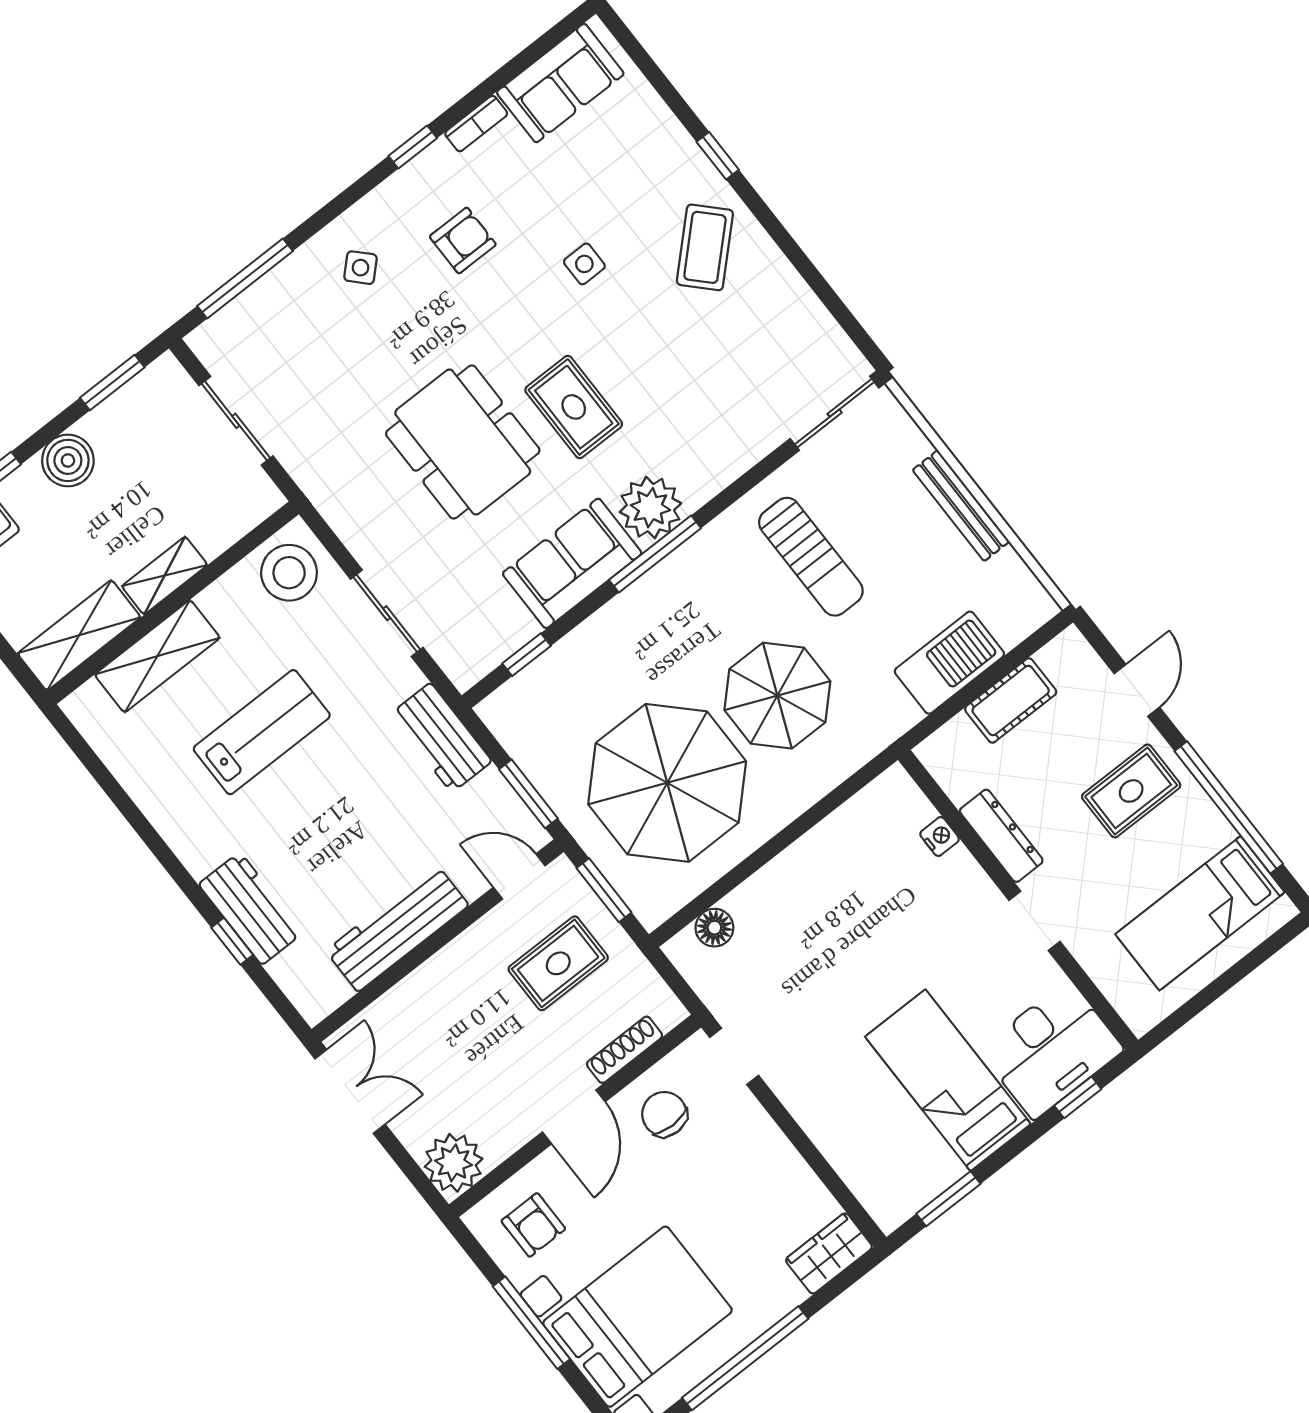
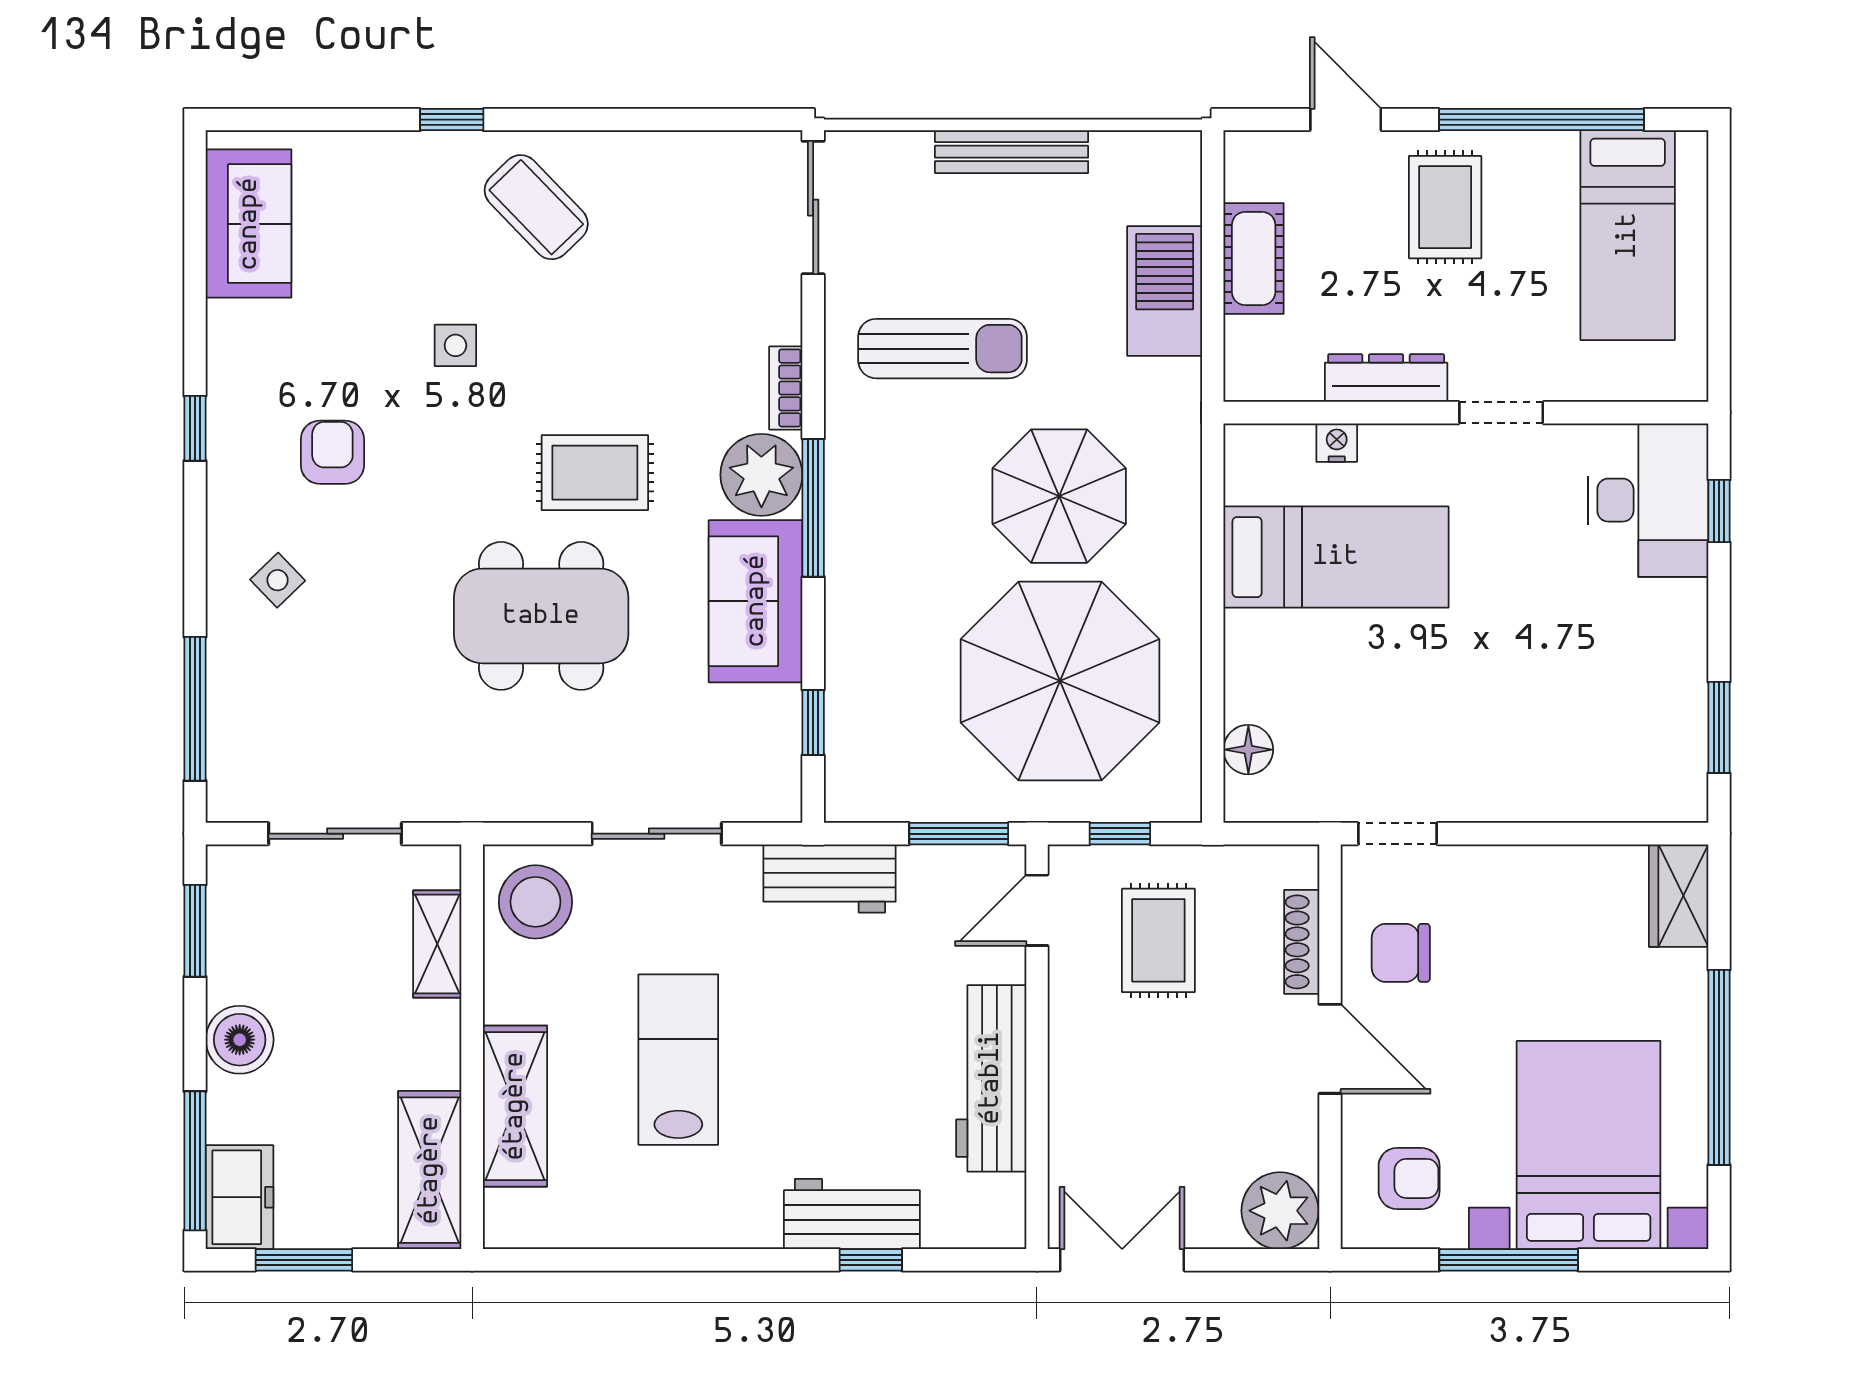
bookcase: (476, 124) -> (786, 388), moved, turned 180
shelving: (165, 576) -> (437, 944), moved
window: (604, 890) -> (1120, 834), width x0.67
bed: (948, 1080) -> (1336, 557), moved, turned 180

